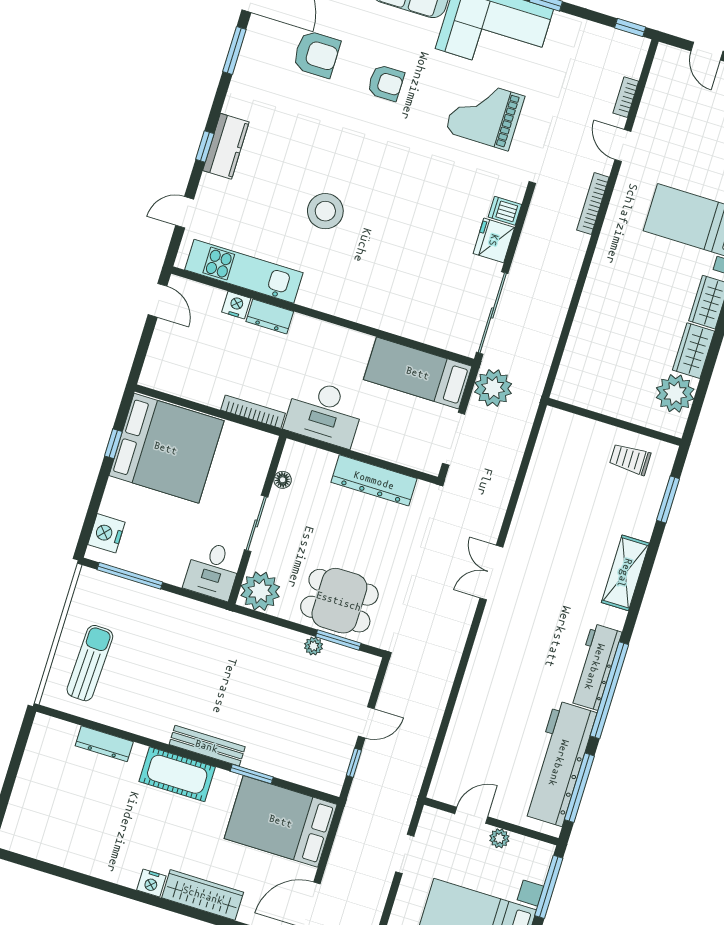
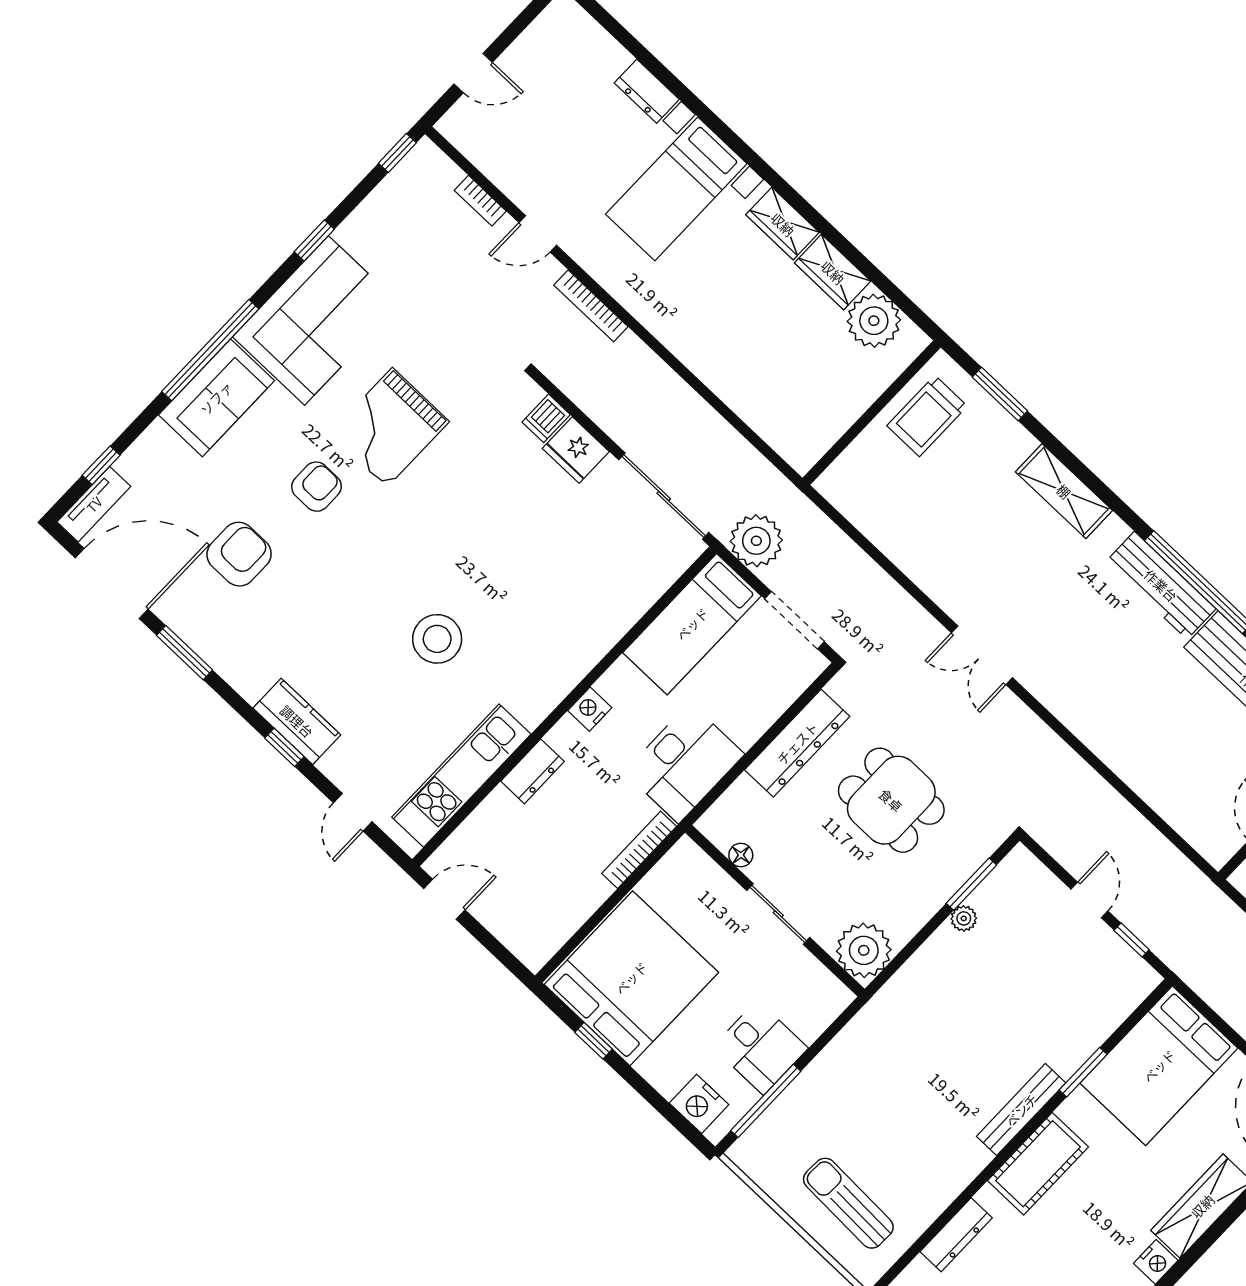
grand piano: (485, 114) -> (390, 427), moved
nightstand: (236, 305) -> (590, 709), moved
trolley: (630, 459) -> (927, 416), width x1.36, depth x1.39
desk: (213, 570) -> (760, 1048), moved
dining table: (339, 601) -> (891, 800), moved, turned 90

